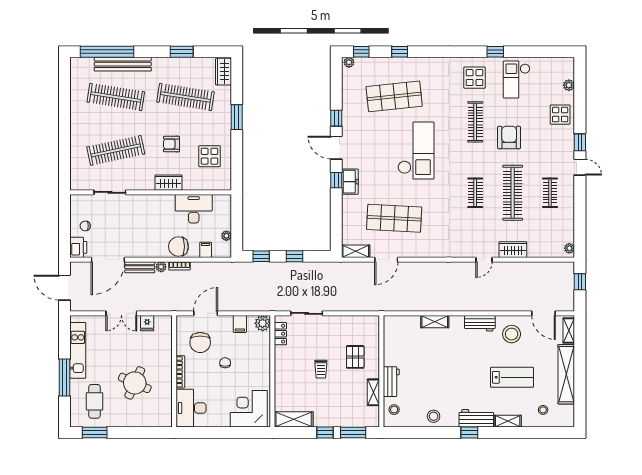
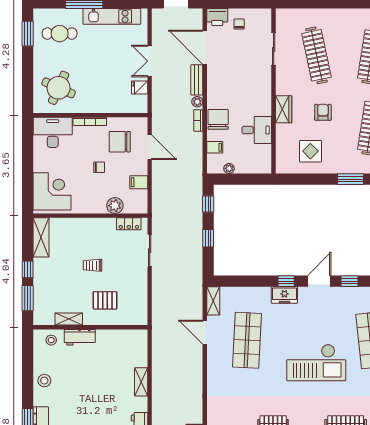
desk: (194, 209) -> (257, 130), width x0.73
plant: (263, 323) -> (115, 206), moved
round table: (135, 383) -> (59, 88), moved

